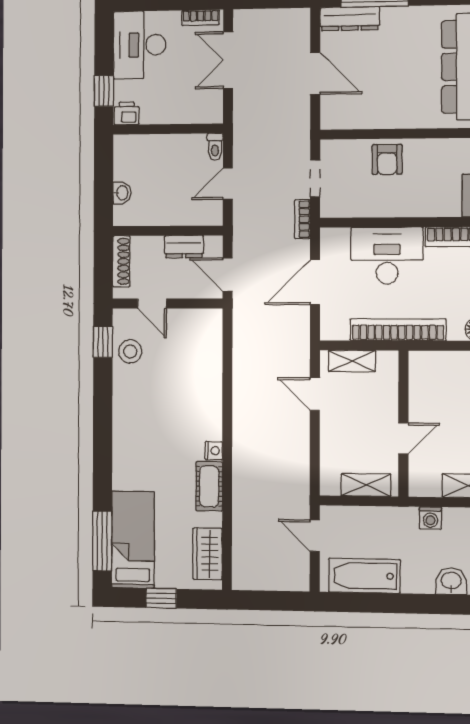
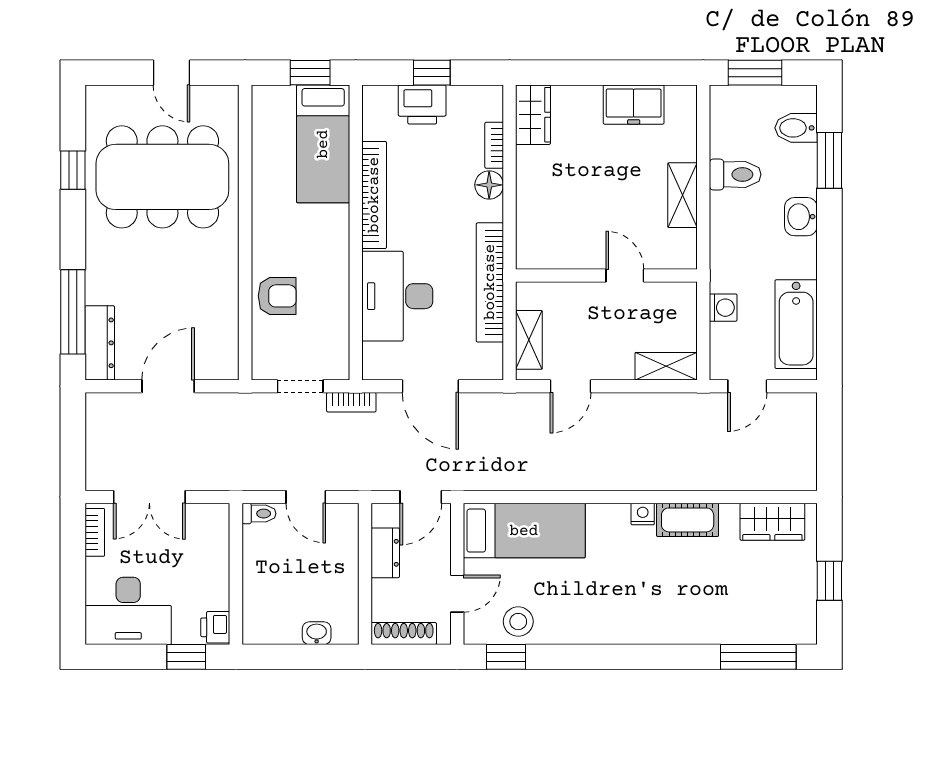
shelving: (366, 485) -> (666, 366), moved, turned 90
washing machine: (430, 518) -> (723, 308), moved
bed: (133, 540) -> (524, 531), moved, turned 180

